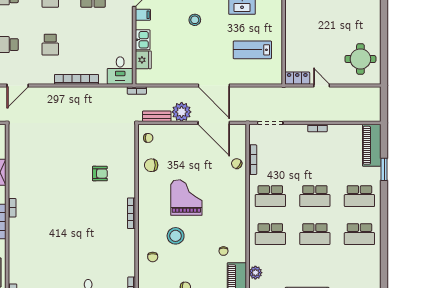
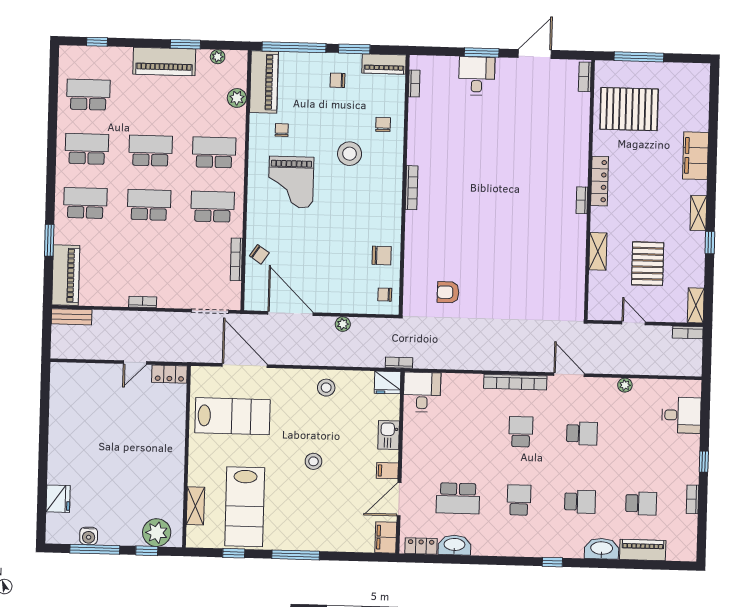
lab bench: (252, 50) -> (232, 416), width x1.36, depth x1.39
round table: (360, 59) -> (78, 399), removed
fridge: (143, 60) -> (388, 382), moved, turned -90
stool: (187, 72) -> (326, 388), added
bookcase: (76, 79) -> (515, 382), moved
door: (18, 85) -> (569, 375), hinge flipped
door: (214, 85) -> (245, 366), moved
door: (322, 85) -> (135, 363), hinge flipped
plant: (182, 112) -> (343, 324), width x0.53, depth x0.53
bench: (157, 116) -> (72, 317), moved
armchair: (100, 174) -> (448, 292), moved
grand piano: (186, 197) -> (291, 182), moved
school desk: (359, 272) -> (88, 95), added

